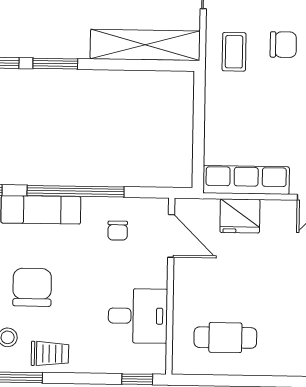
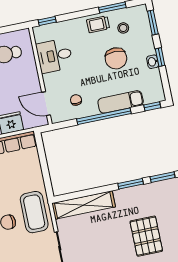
coffee table: (234, 52) -> (34, 212), width x1.86, depth x1.72

